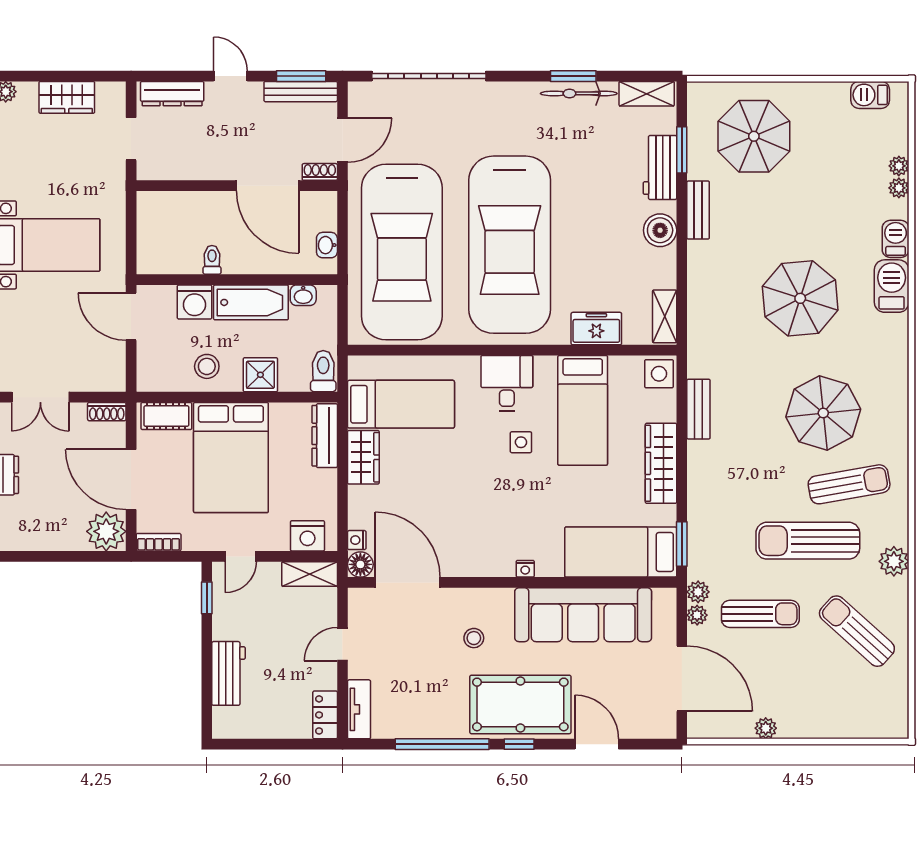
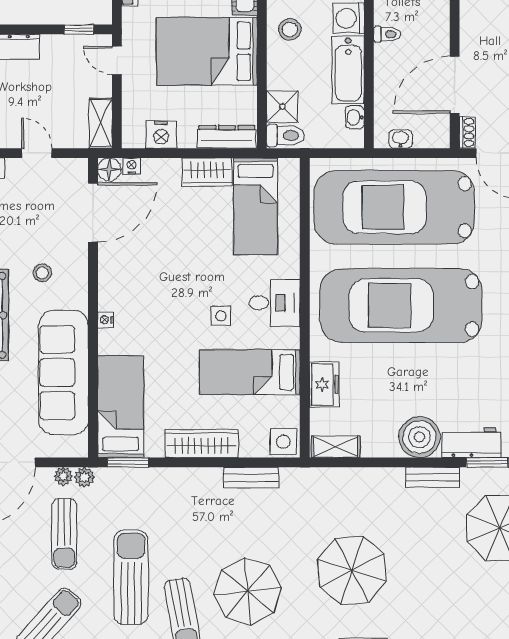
boiler: (660, 230) -> (420, 437), width x1.37, depth x1.37
shower: (260, 375) -> (282, 107), moved
nightstand: (307, 536) -> (161, 134), moved, turned -90

